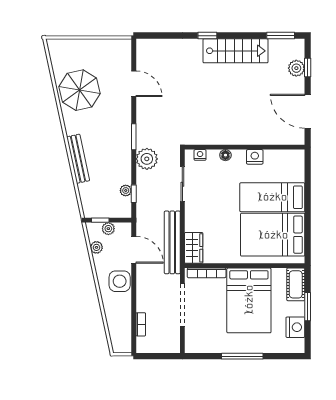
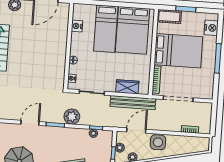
door: (134, 84) -> (30, 123), moved
nightstand: (255, 157) -> (77, 26), moved
wardrobe: (194, 248) -> (127, 87), moved
nightstand: (295, 327) -> (211, 28), moved, turned 90

